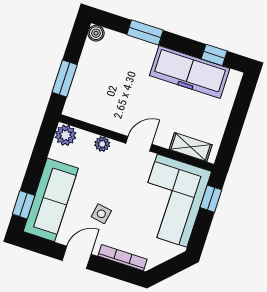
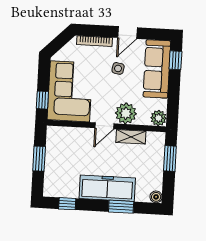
freezer: (190, 72) -> (107, 188), moved
window: (235, 123) -> (39, 159), added
plant: (102, 144) -> (126, 113), width x1.87, depth x1.87
shelving: (191, 147) -> (131, 137), moved

